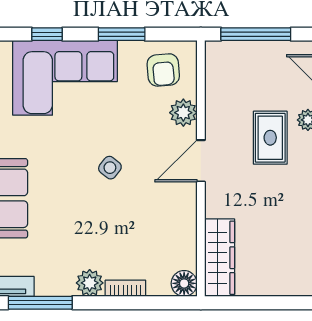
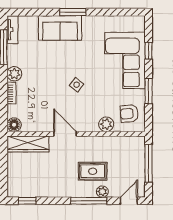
door: (201, 161) -> (65, 134), moved

